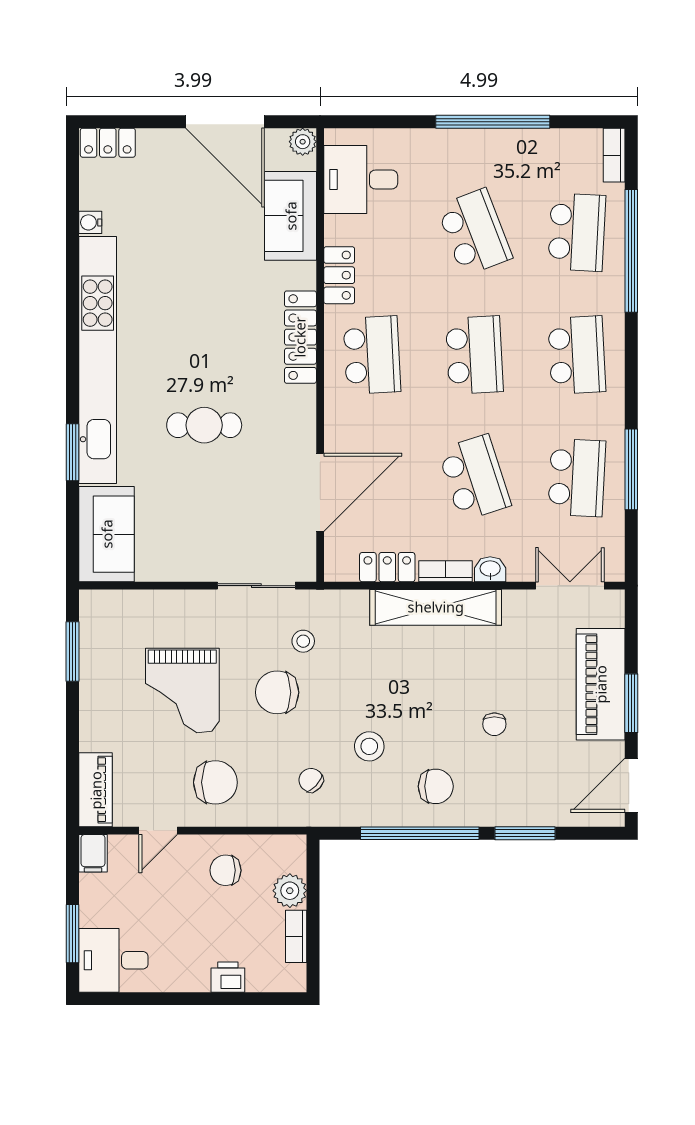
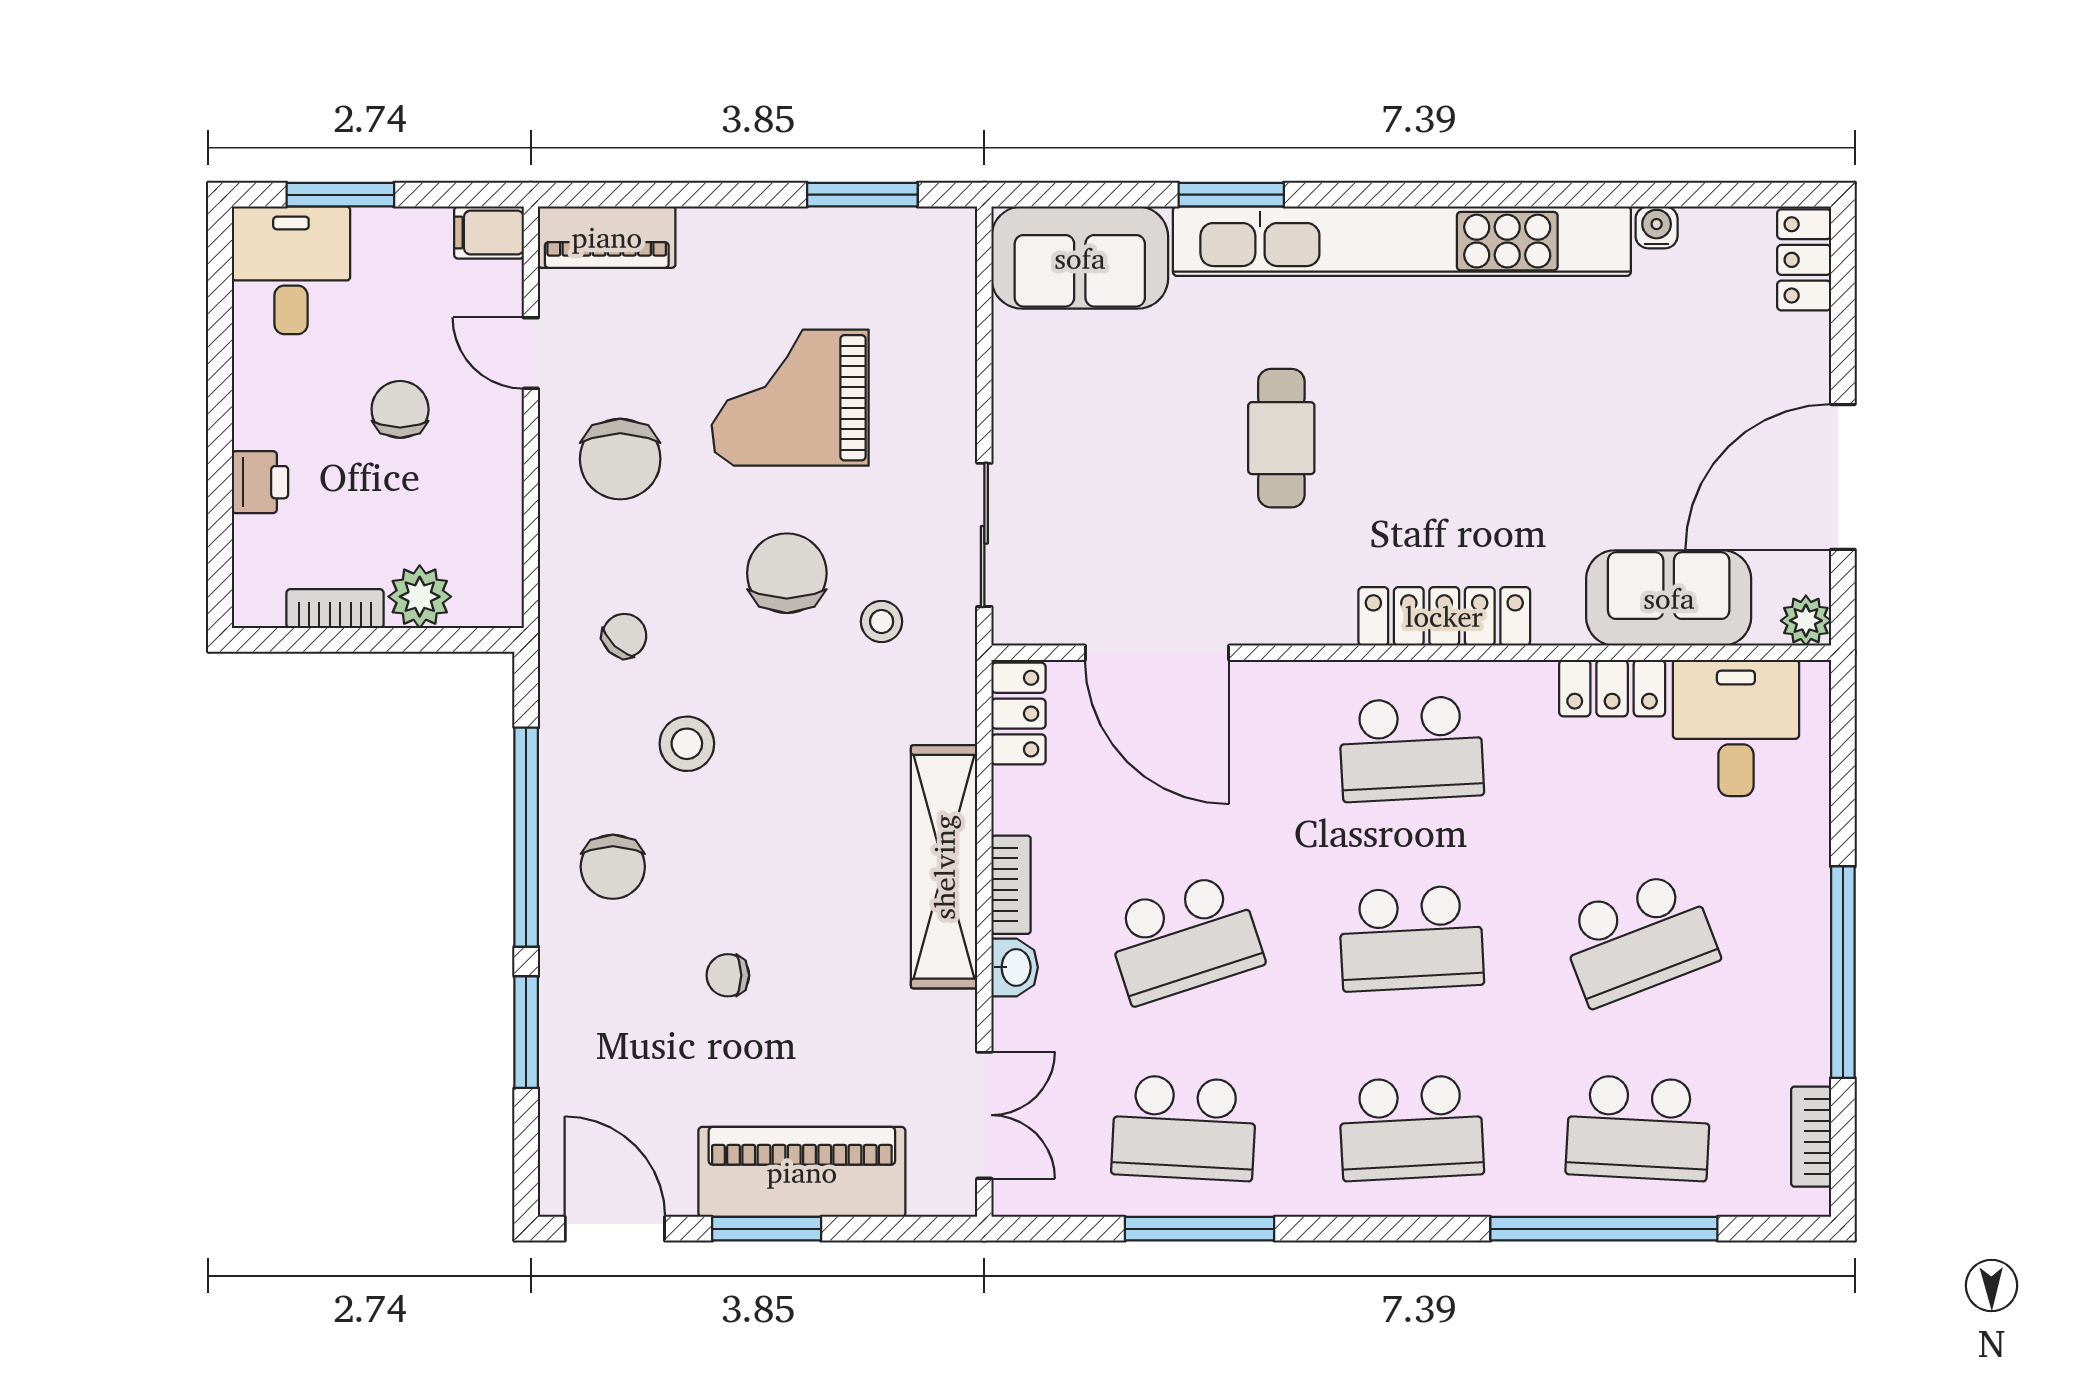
bookcase: (614, 155) -> (1811, 1137), moved, turned -90
locker: (339, 275) -> (1612, 688), moved
locker: (387, 567) -> (1019, 714), moved
chair: (226, 870) -> (400, 409), moved

